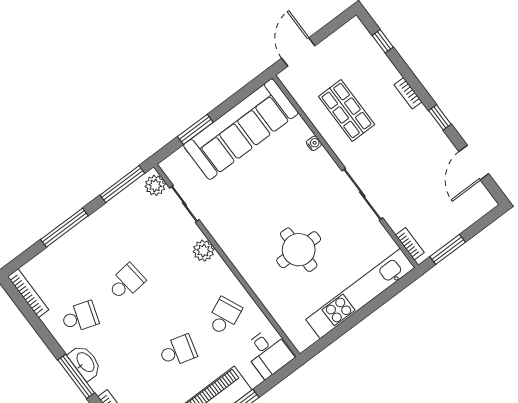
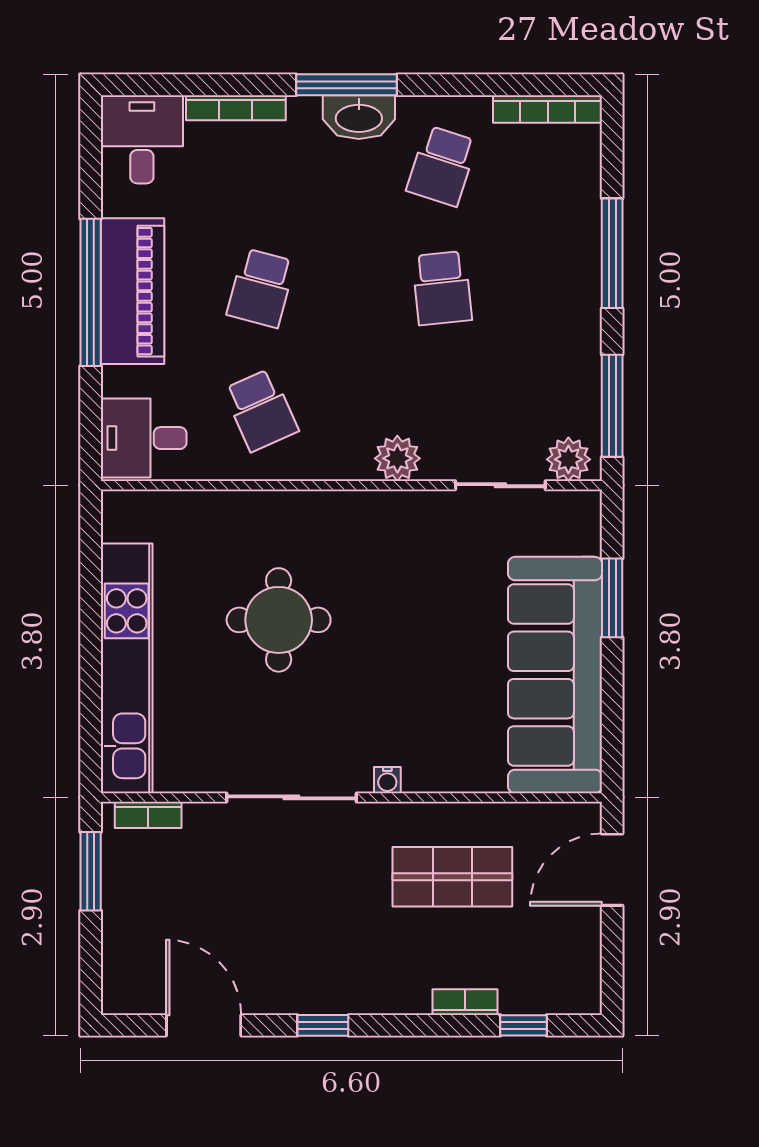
door: (298, 52) -> (612, 870), swing flipped
bookcase: (408, 93) -> (465, 1002), moved
water cooler: (314, 143) -> (387, 780), moved

